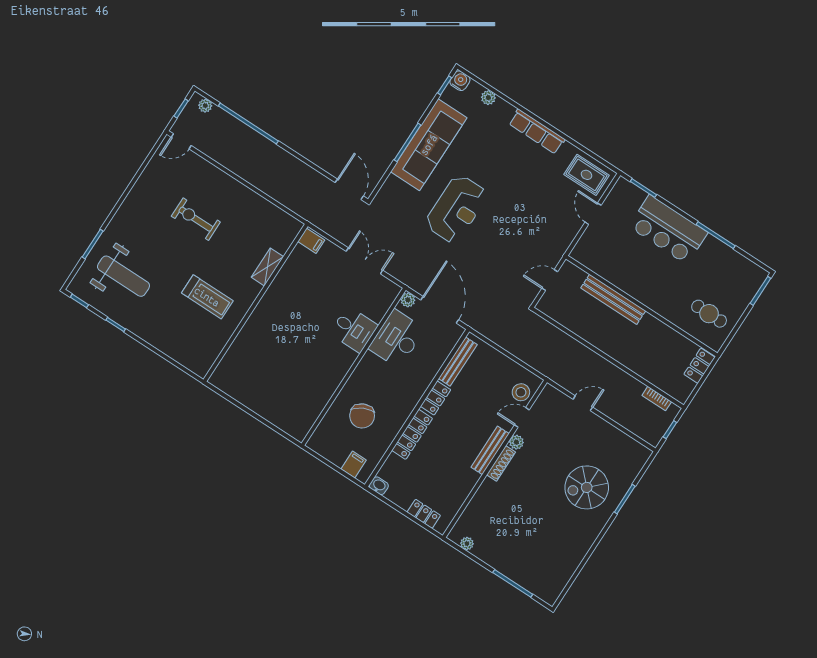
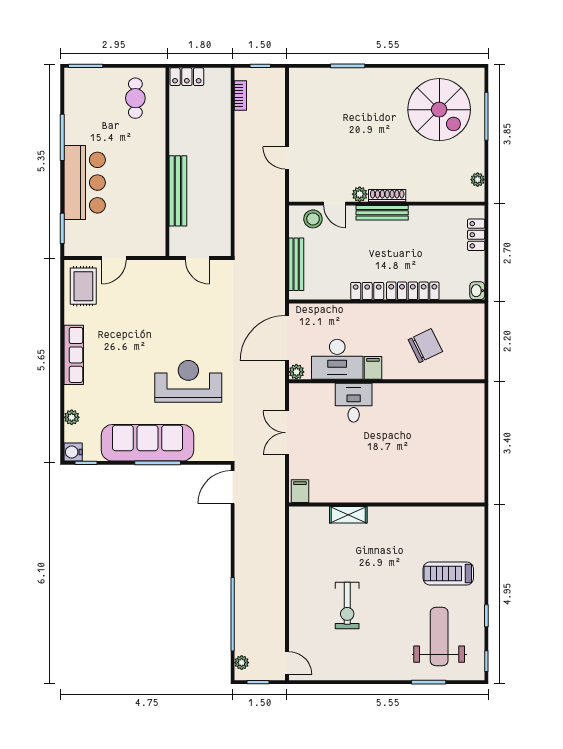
treadmill: (207, 297) -> (448, 573), moved, turned -90
bench: (458, 362) -> (296, 264), moved, turned 90
filing cabinet: (354, 465) -> (373, 368), moved, turned 90
spiral stairs: (587, 487) -> (439, 110), moved, width x1.37, depth x1.37

